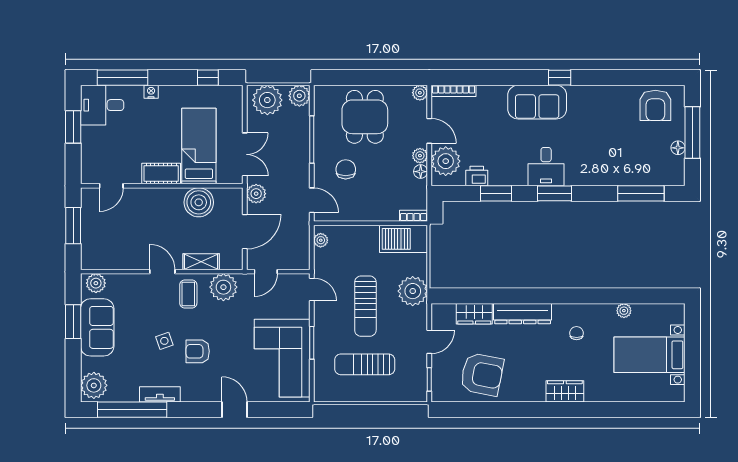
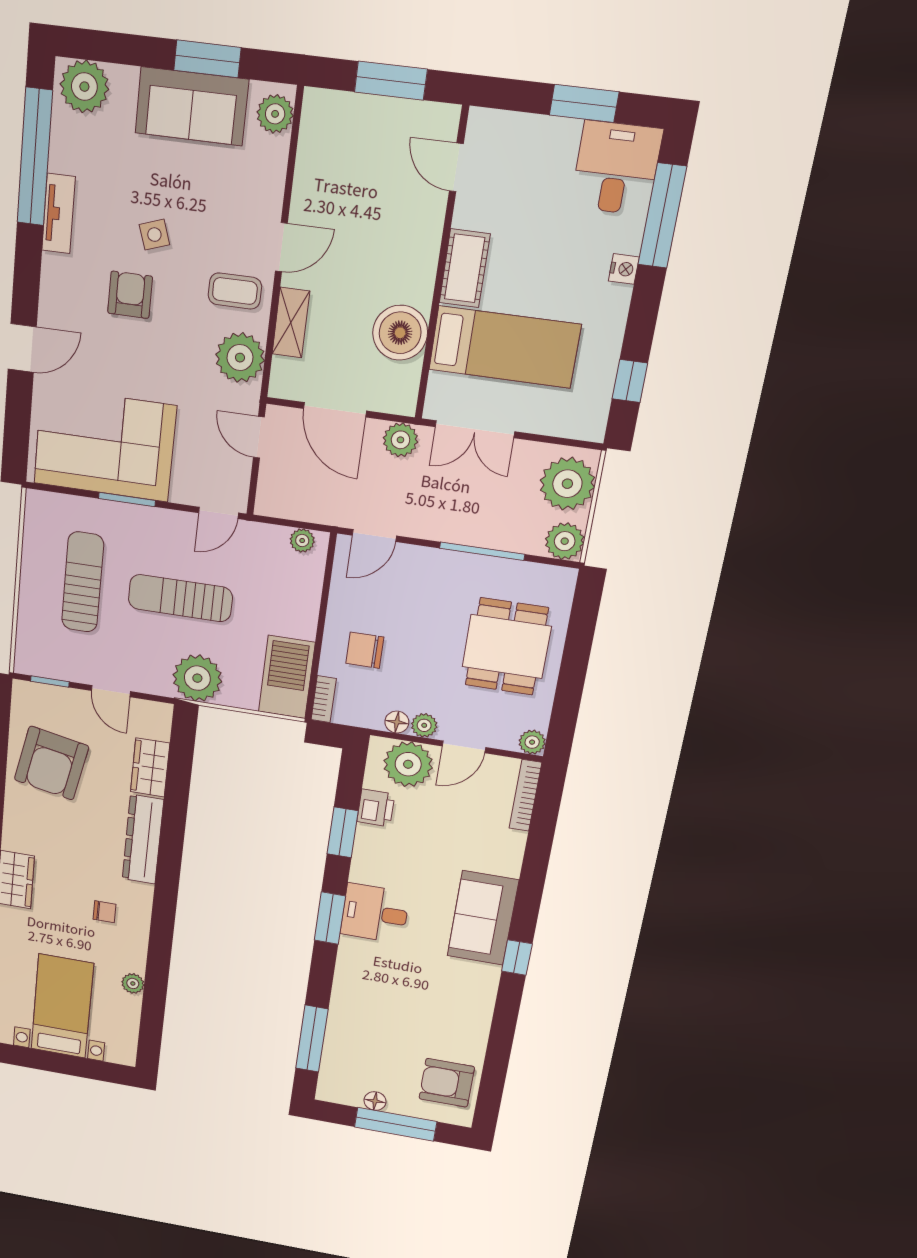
dining table: (365, 117) -> (507, 647), turned 90
chair: (346, 169) -> (365, 650), moved, turned 180

